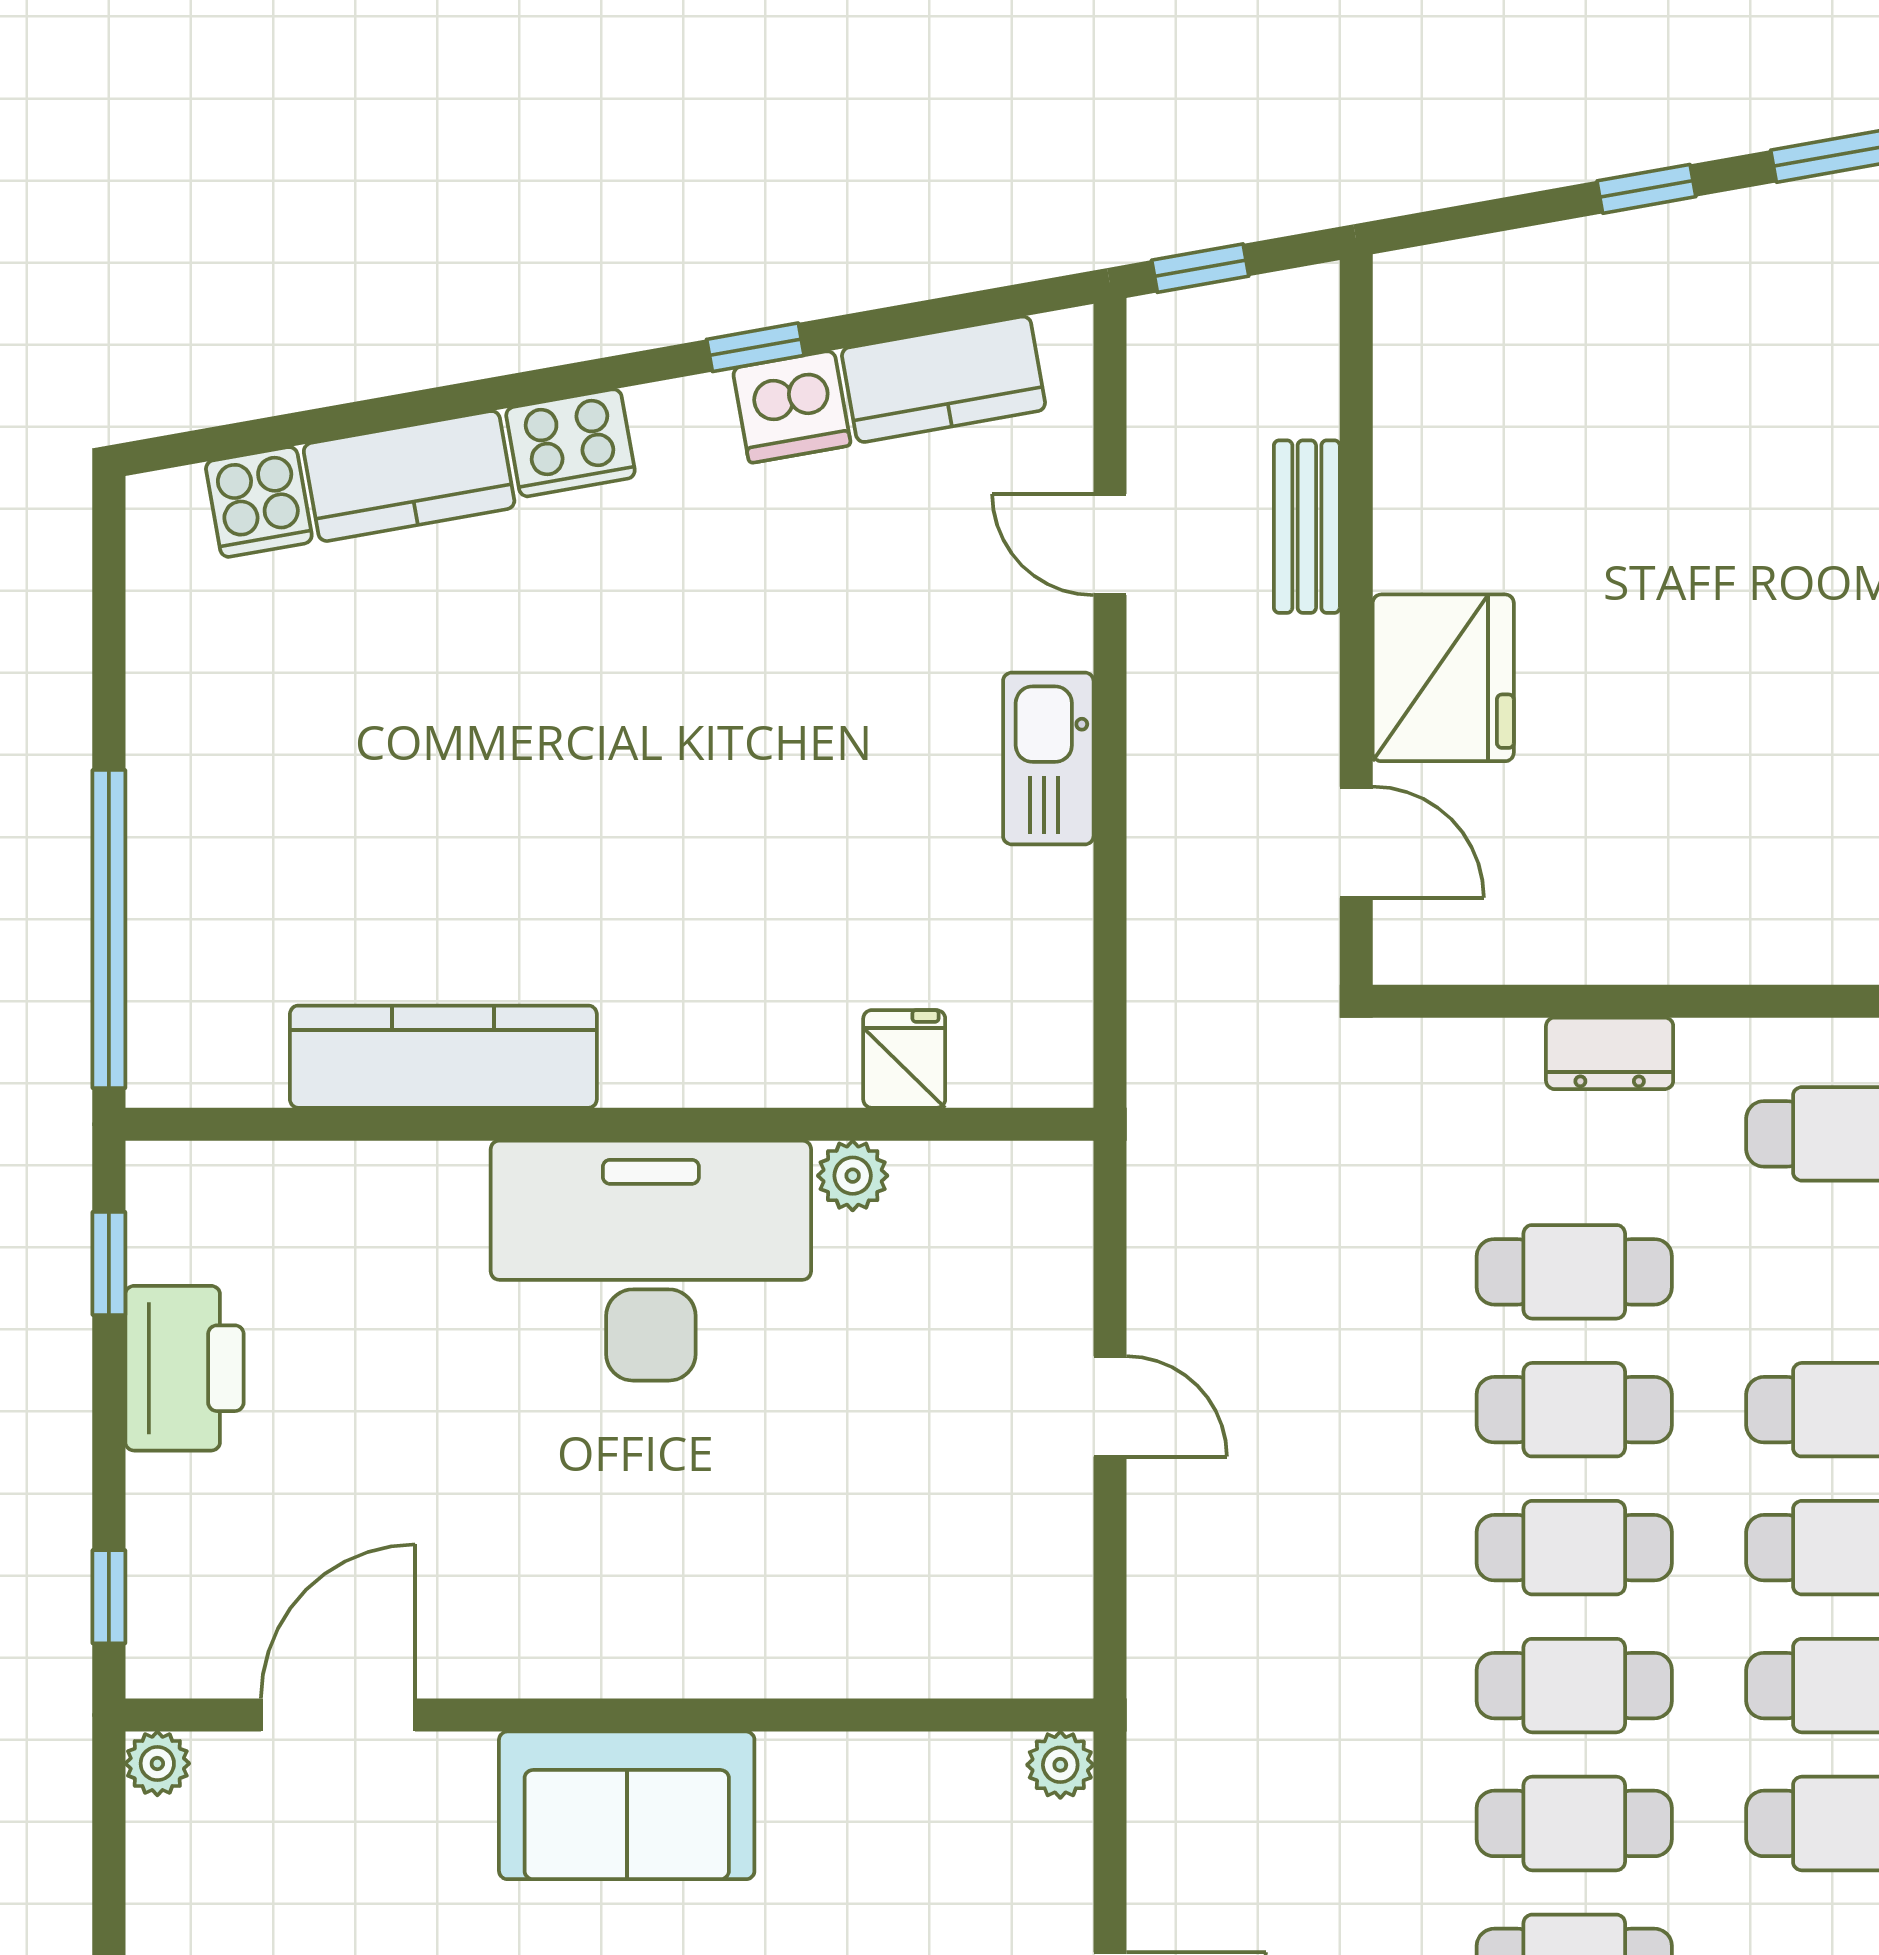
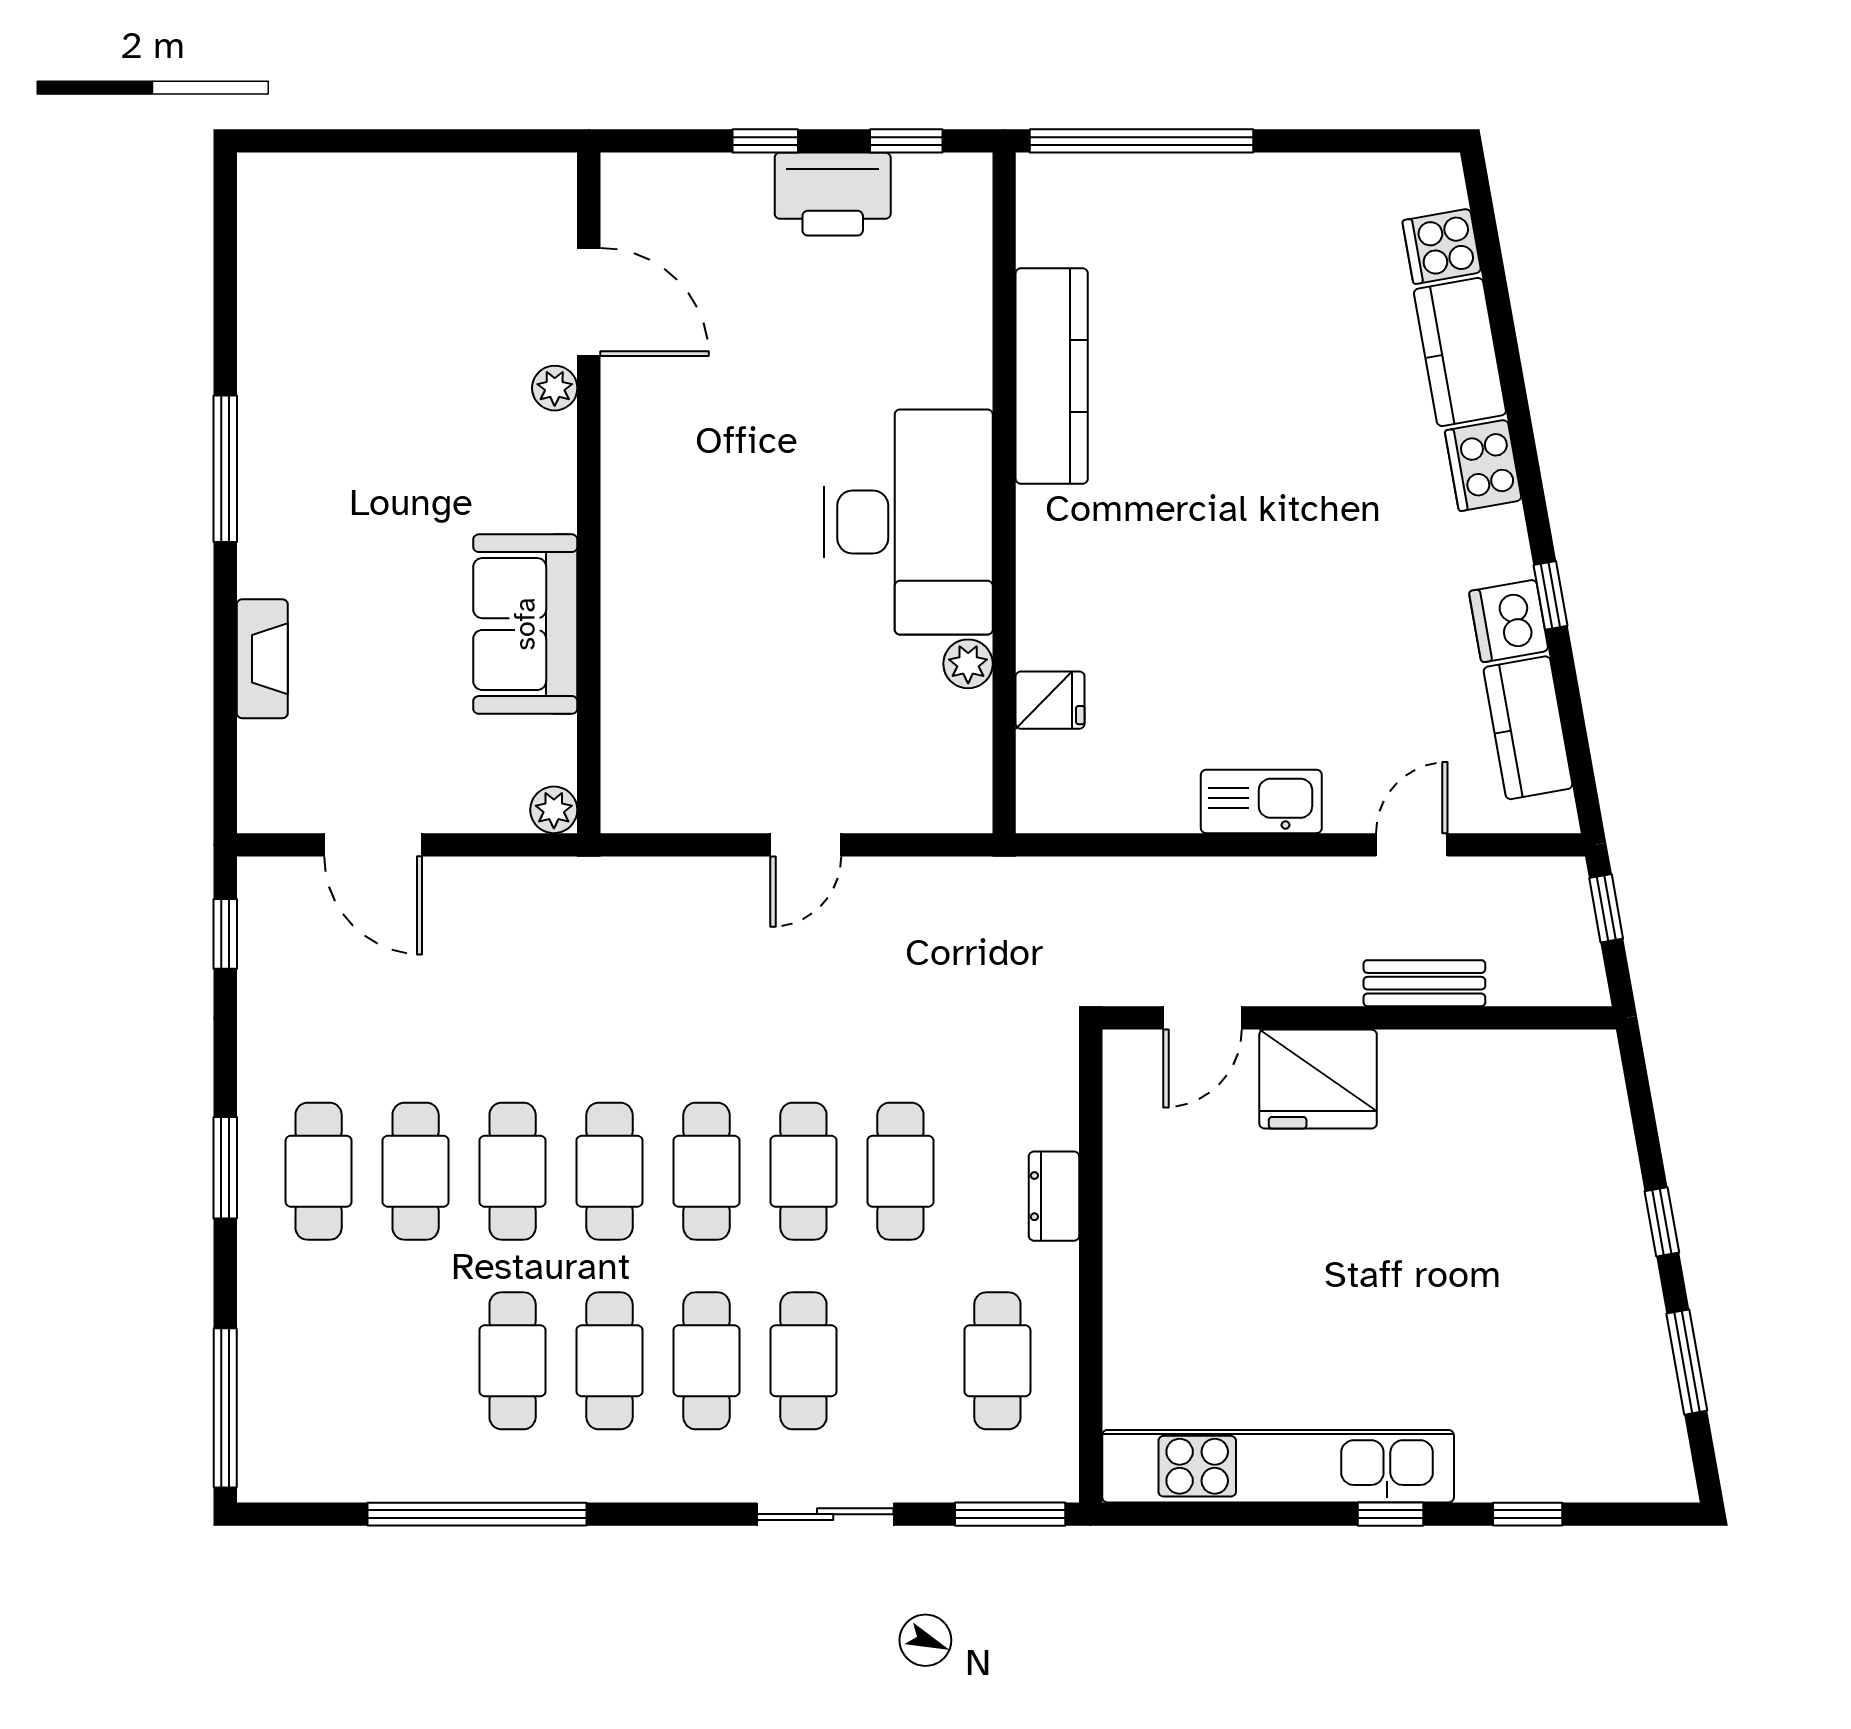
window: (109, 1597) -> (765, 141), moved
plant: (157, 1763) -> (555, 388), moved
sofa: (627, 1805) -> (525, 624), moved

